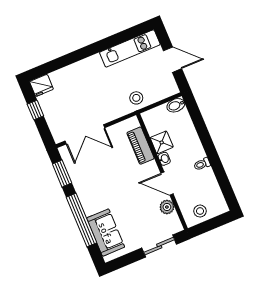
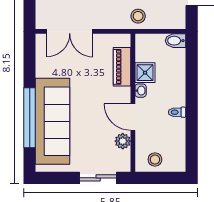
window: (62, 174) -> (30, 62), removed
sofa: (106, 233) -> (53, 121), width x1.85, depth x1.27

